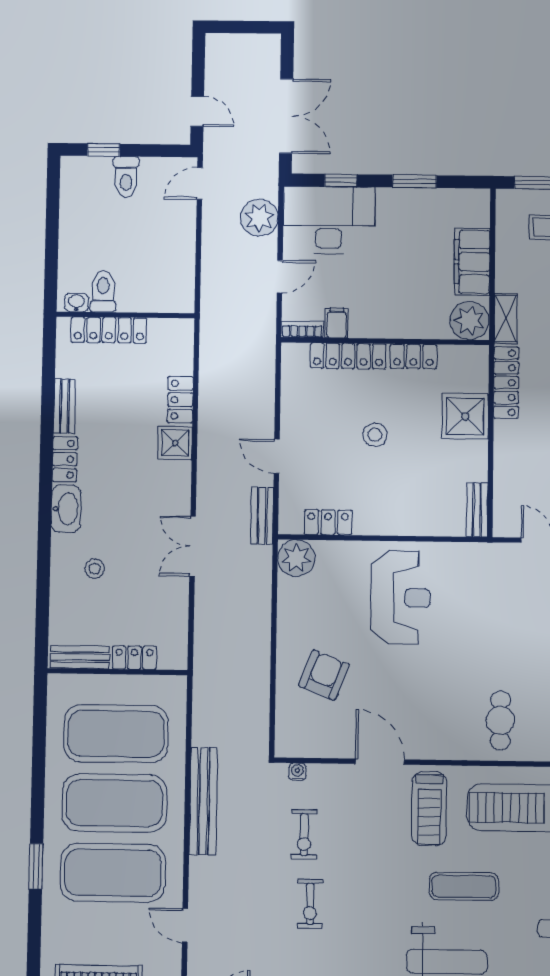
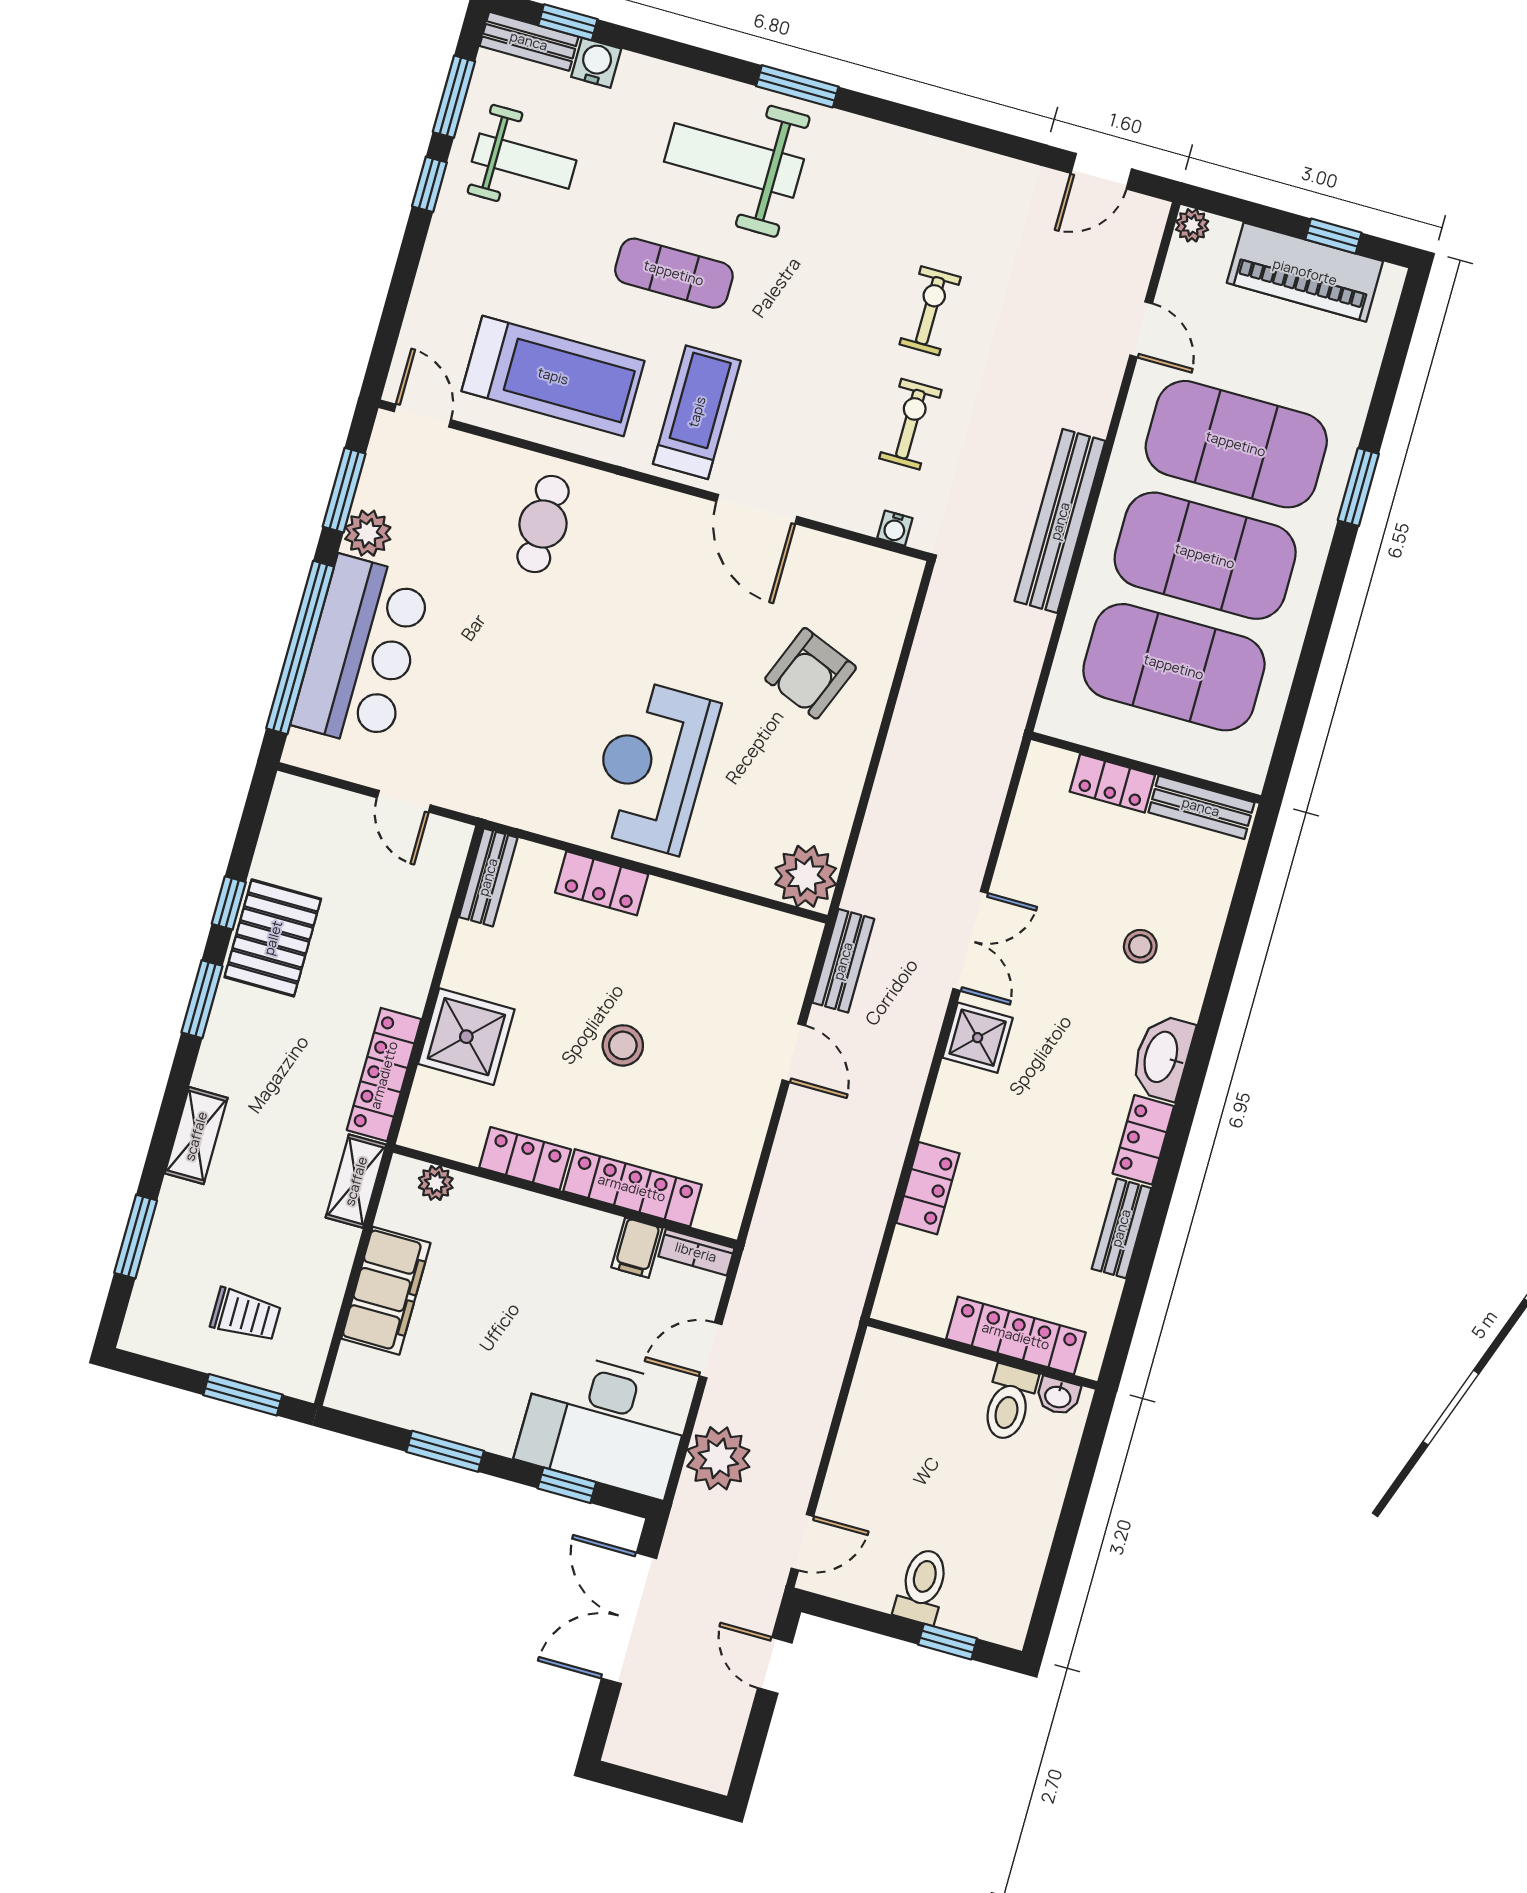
plant: (469, 321) -> (436, 1183), width x0.53, depth x0.53
shower: (175, 443) -> (978, 1038), moved
locker: (328, 522) -> (602, 883), moved

